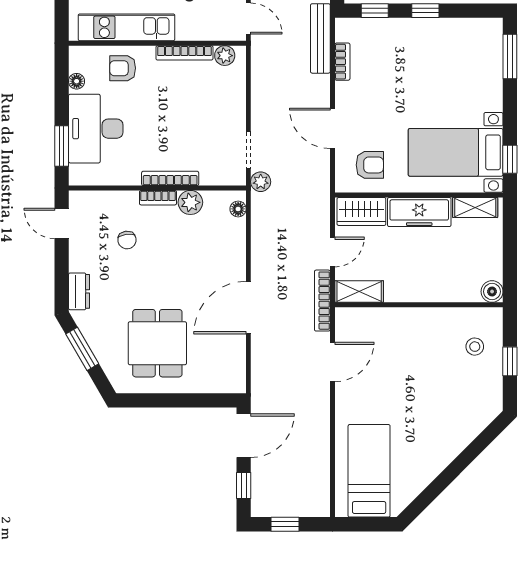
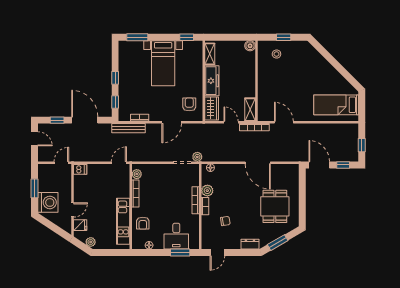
desk: (96, 129) -> (176, 236), width x0.73
bed with nightstands: (456, 152) -> (163, 63), moved
dining table: (157, 343) -> (275, 206), turned 90

